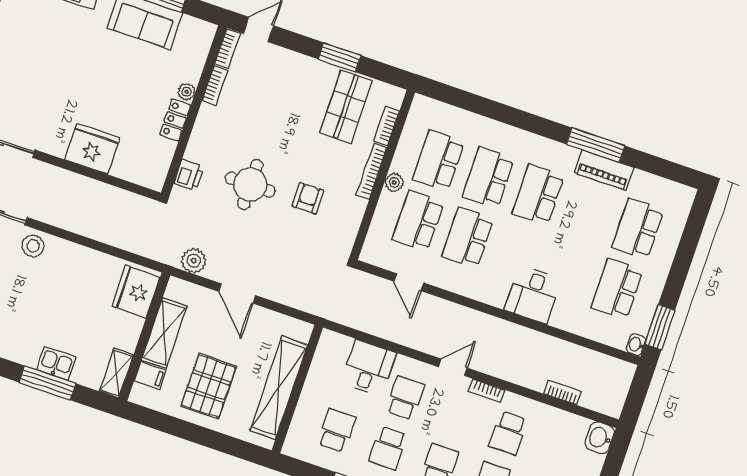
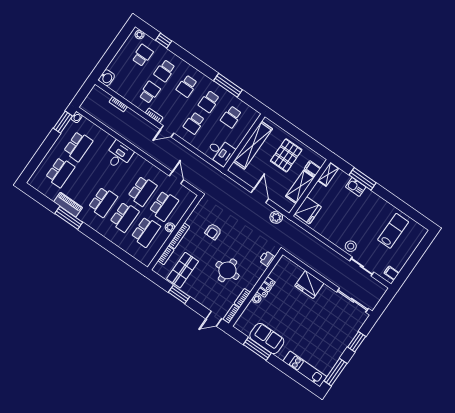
round table: (250, 185) -> (227, 270), moved
desk: (368, 368) -> (220, 152), moved, turned -90
school desk: (388, 448) -> (209, 102), turned 180

